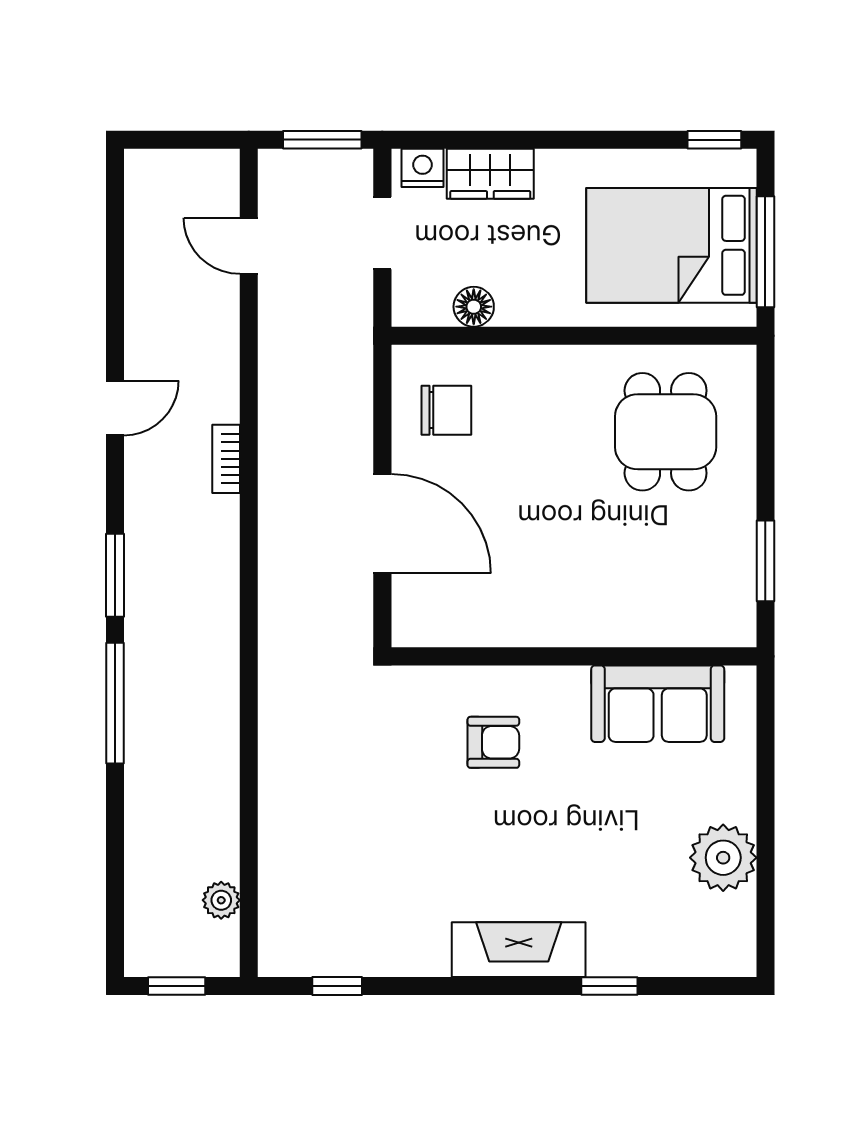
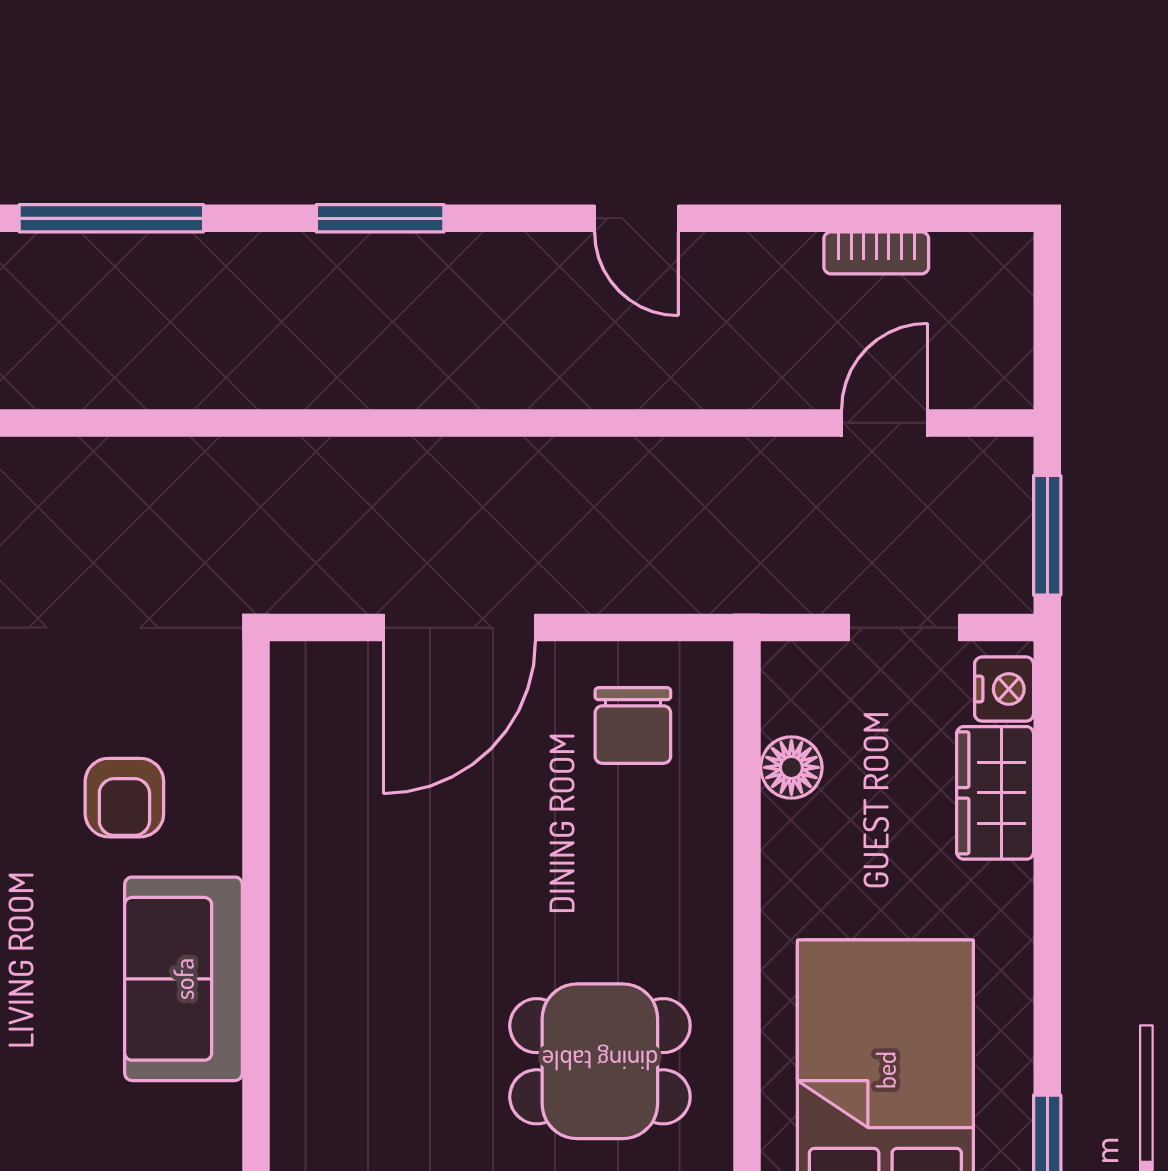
bookcase: (226, 459) -> (876, 253), moved, turned 180
window: (115, 703) -> (111, 218), moved
sofa: (658, 704) -> (183, 979), moved

